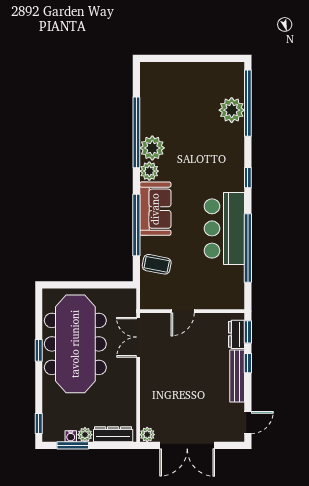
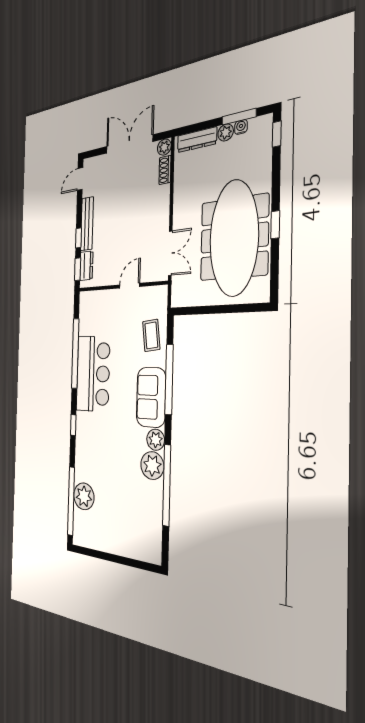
coffee table: (157, 264) -> (151, 335), turned 72
shoe rack: (146, 413) -> (165, 170), added

